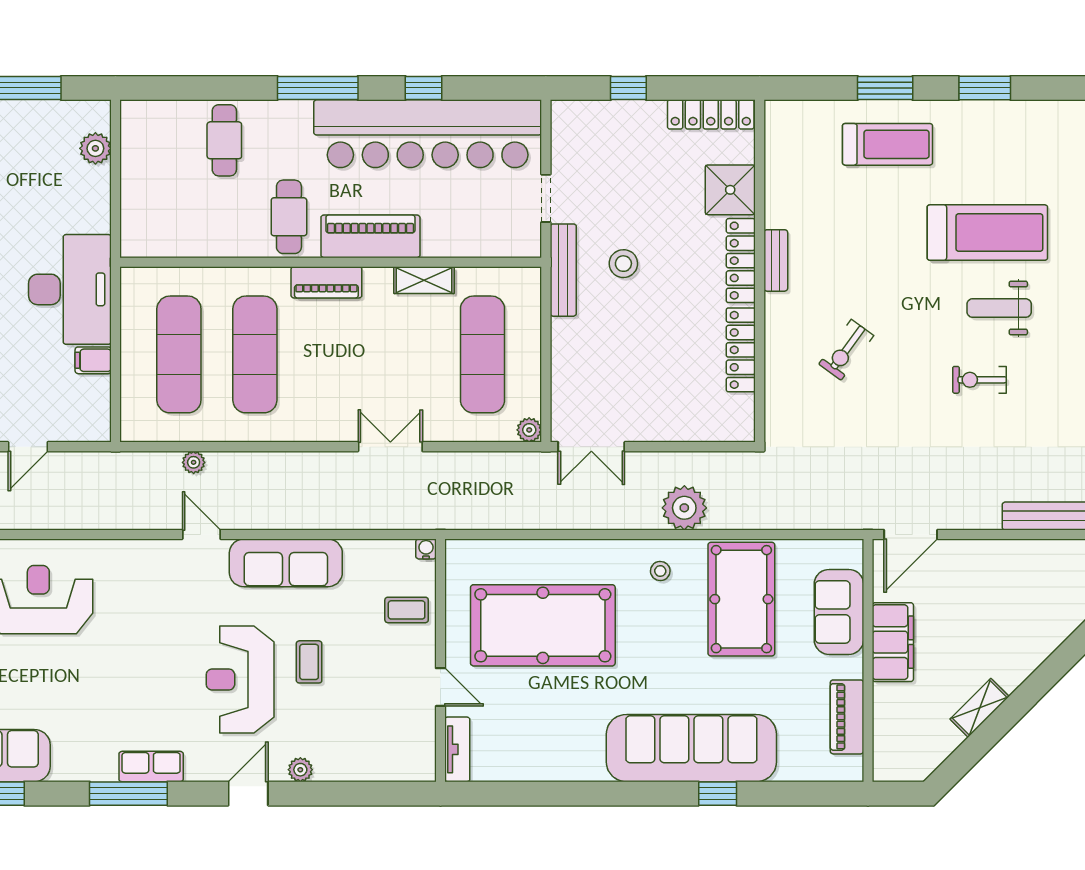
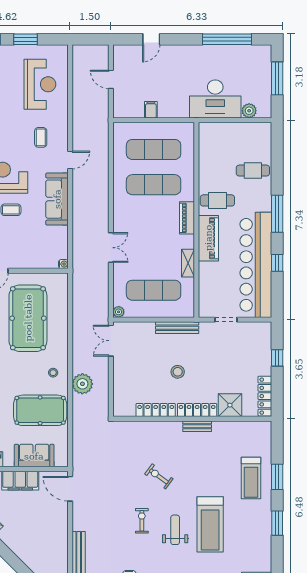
stool: (623, 264) -> (178, 372), moved
bench: (563, 270) -> (177, 328), moved
desk: (70, 289) -> (215, 99), moved
exercise bike: (846, 350) -> (159, 476), moved
plant: (194, 462) -> (104, 156), removed
coffee table: (407, 610) -> (41, 137), moved

